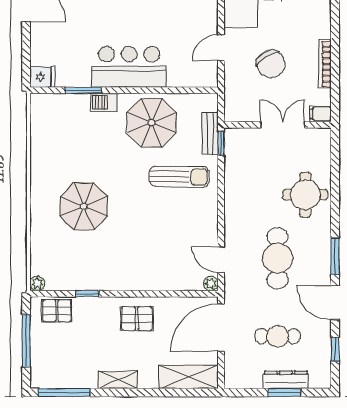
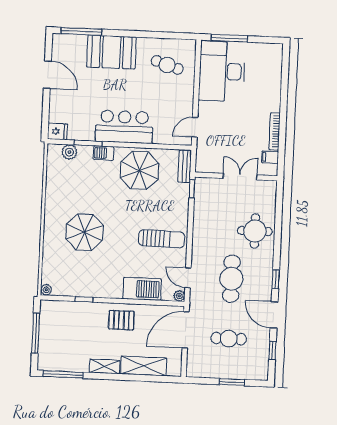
door: (221, 48) -> (195, 127), moved
chair: (271, 64) -> (233, 129), removed
plant: (59, 103) -> (69, 152), added
filing cabinet: (321, 114) -> (270, 157), moved
bench: (210, 134) -> (185, 166), moved
sun lounger: (179, 177) -> (162, 239), moved
window: (335, 256) -> (276, 279), width x0.67
barbecue: (162, 277) -> (142, 289), added
pallet: (57, 311) -> (60, 311), removed
shelving: (189, 377) -> (144, 366), moved
dresser: (286, 380) -> (234, 372), removed

